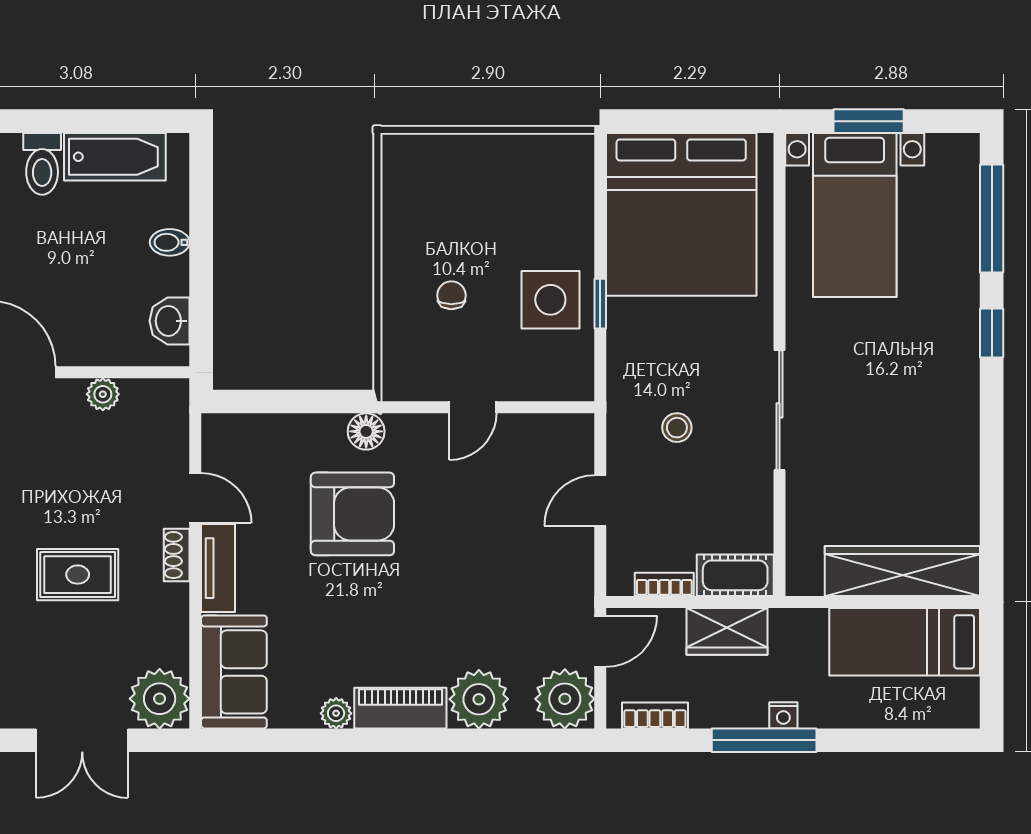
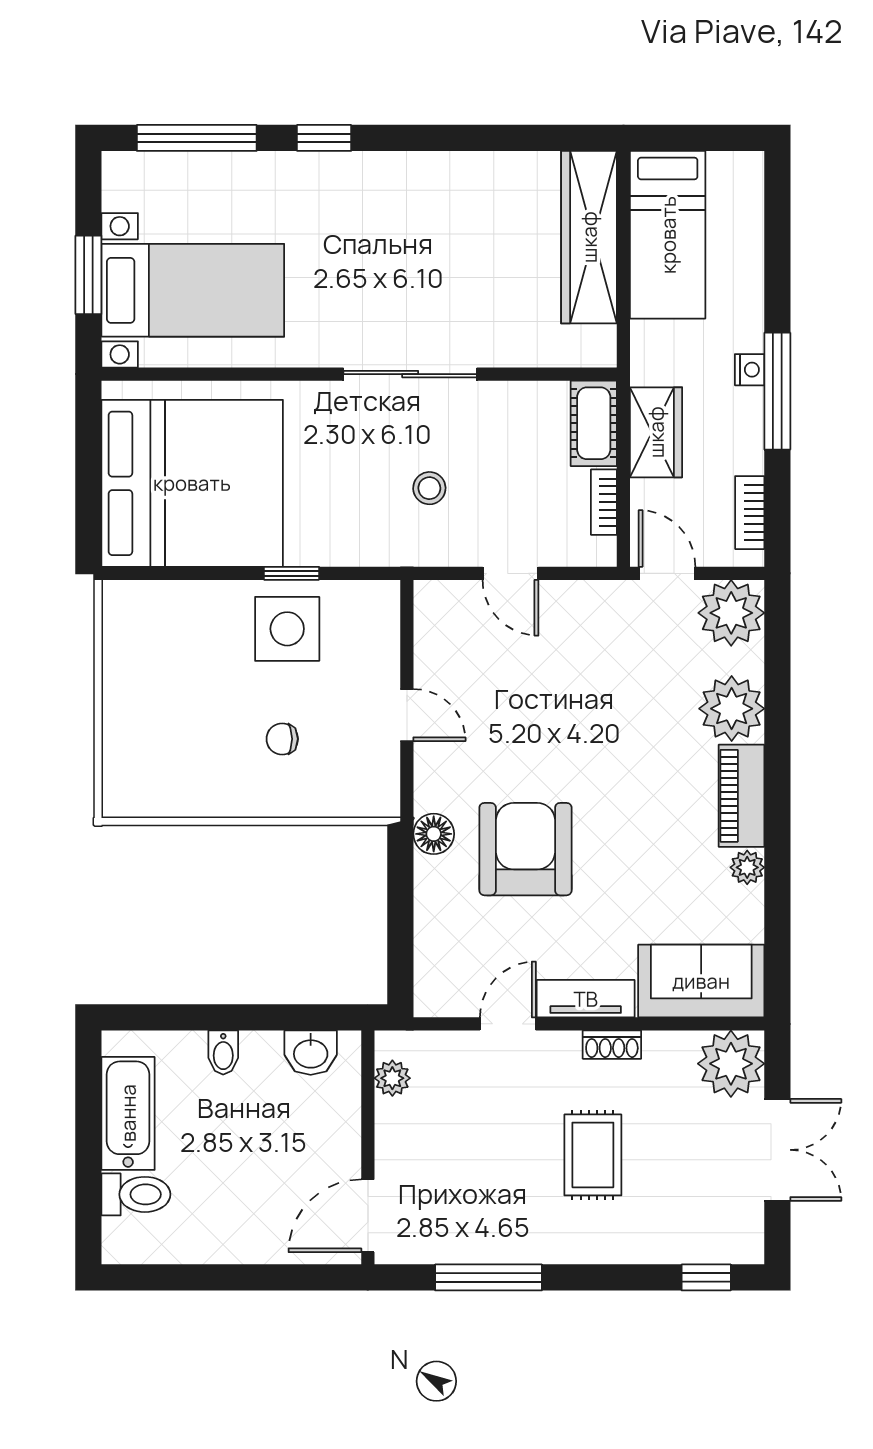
plant: (103, 394) -> (392, 1078), moved
shoe rack: (177, 555) -> (612, 1045), moved

